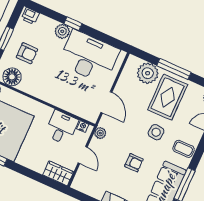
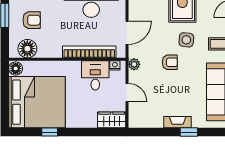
door: (106, 102) -> (127, 33), hinge flipped
bookcase: (65, 104) -> (89, 52), added
armchair: (134, 163) -> (170, 62), moved

